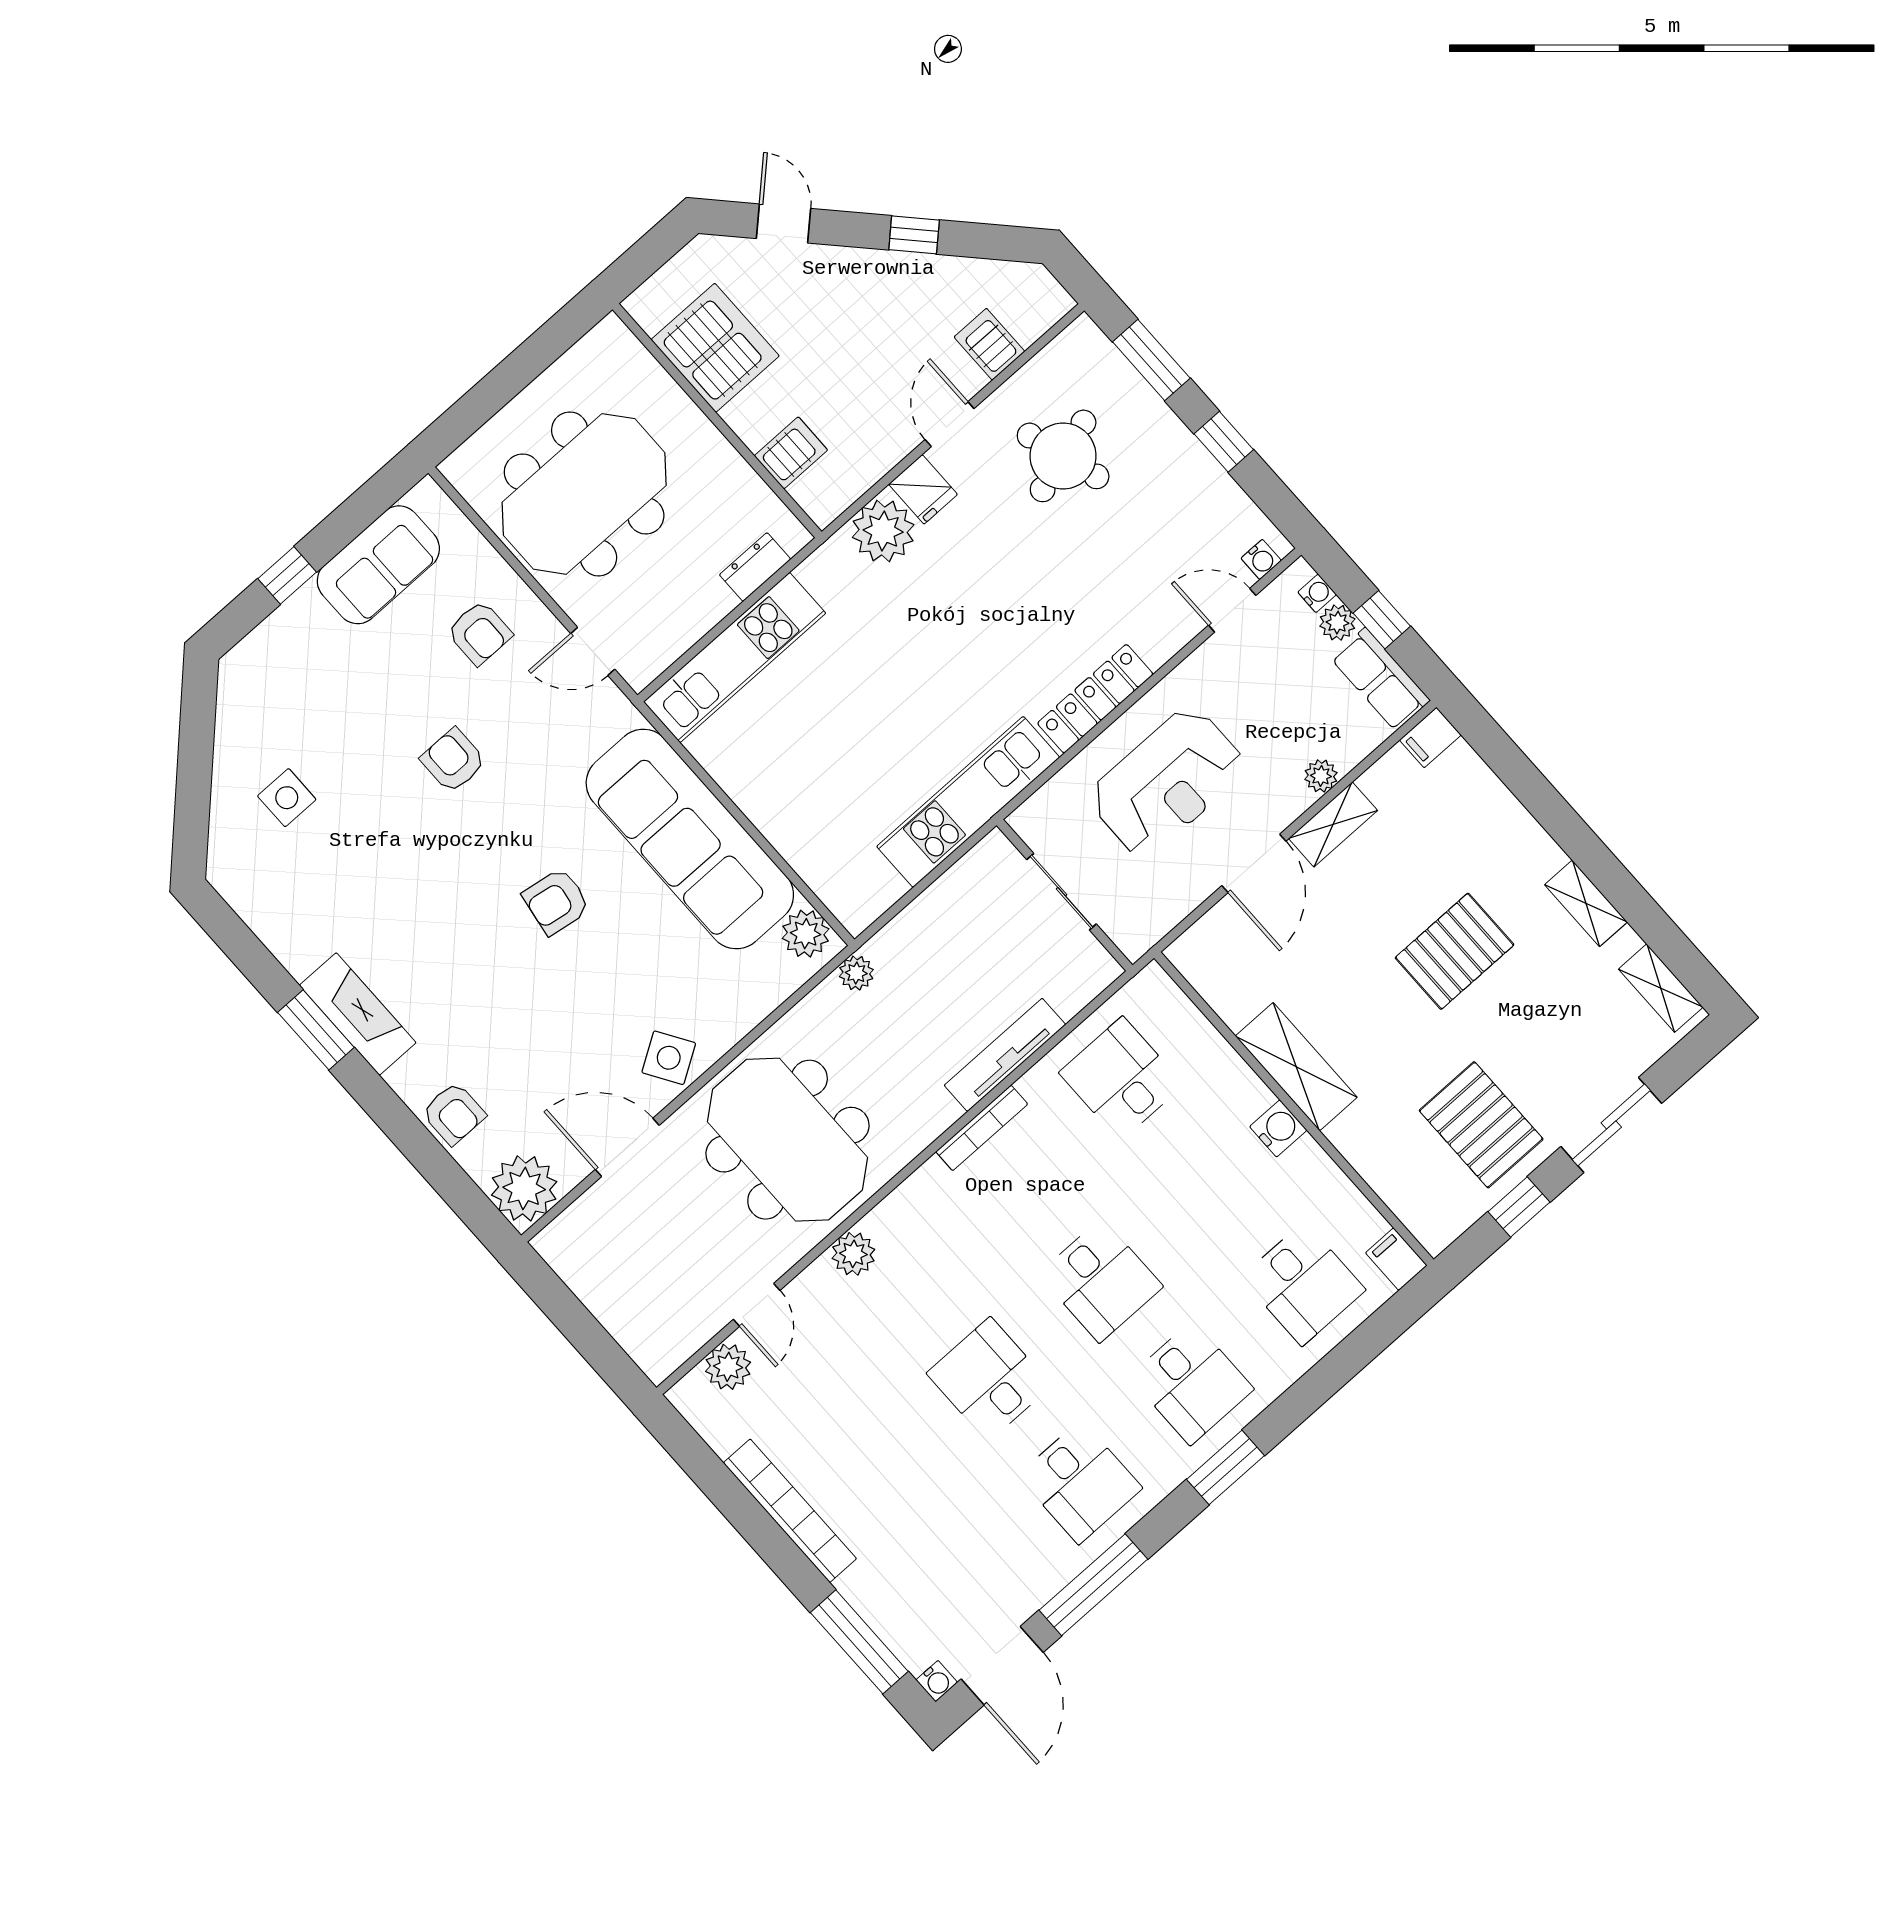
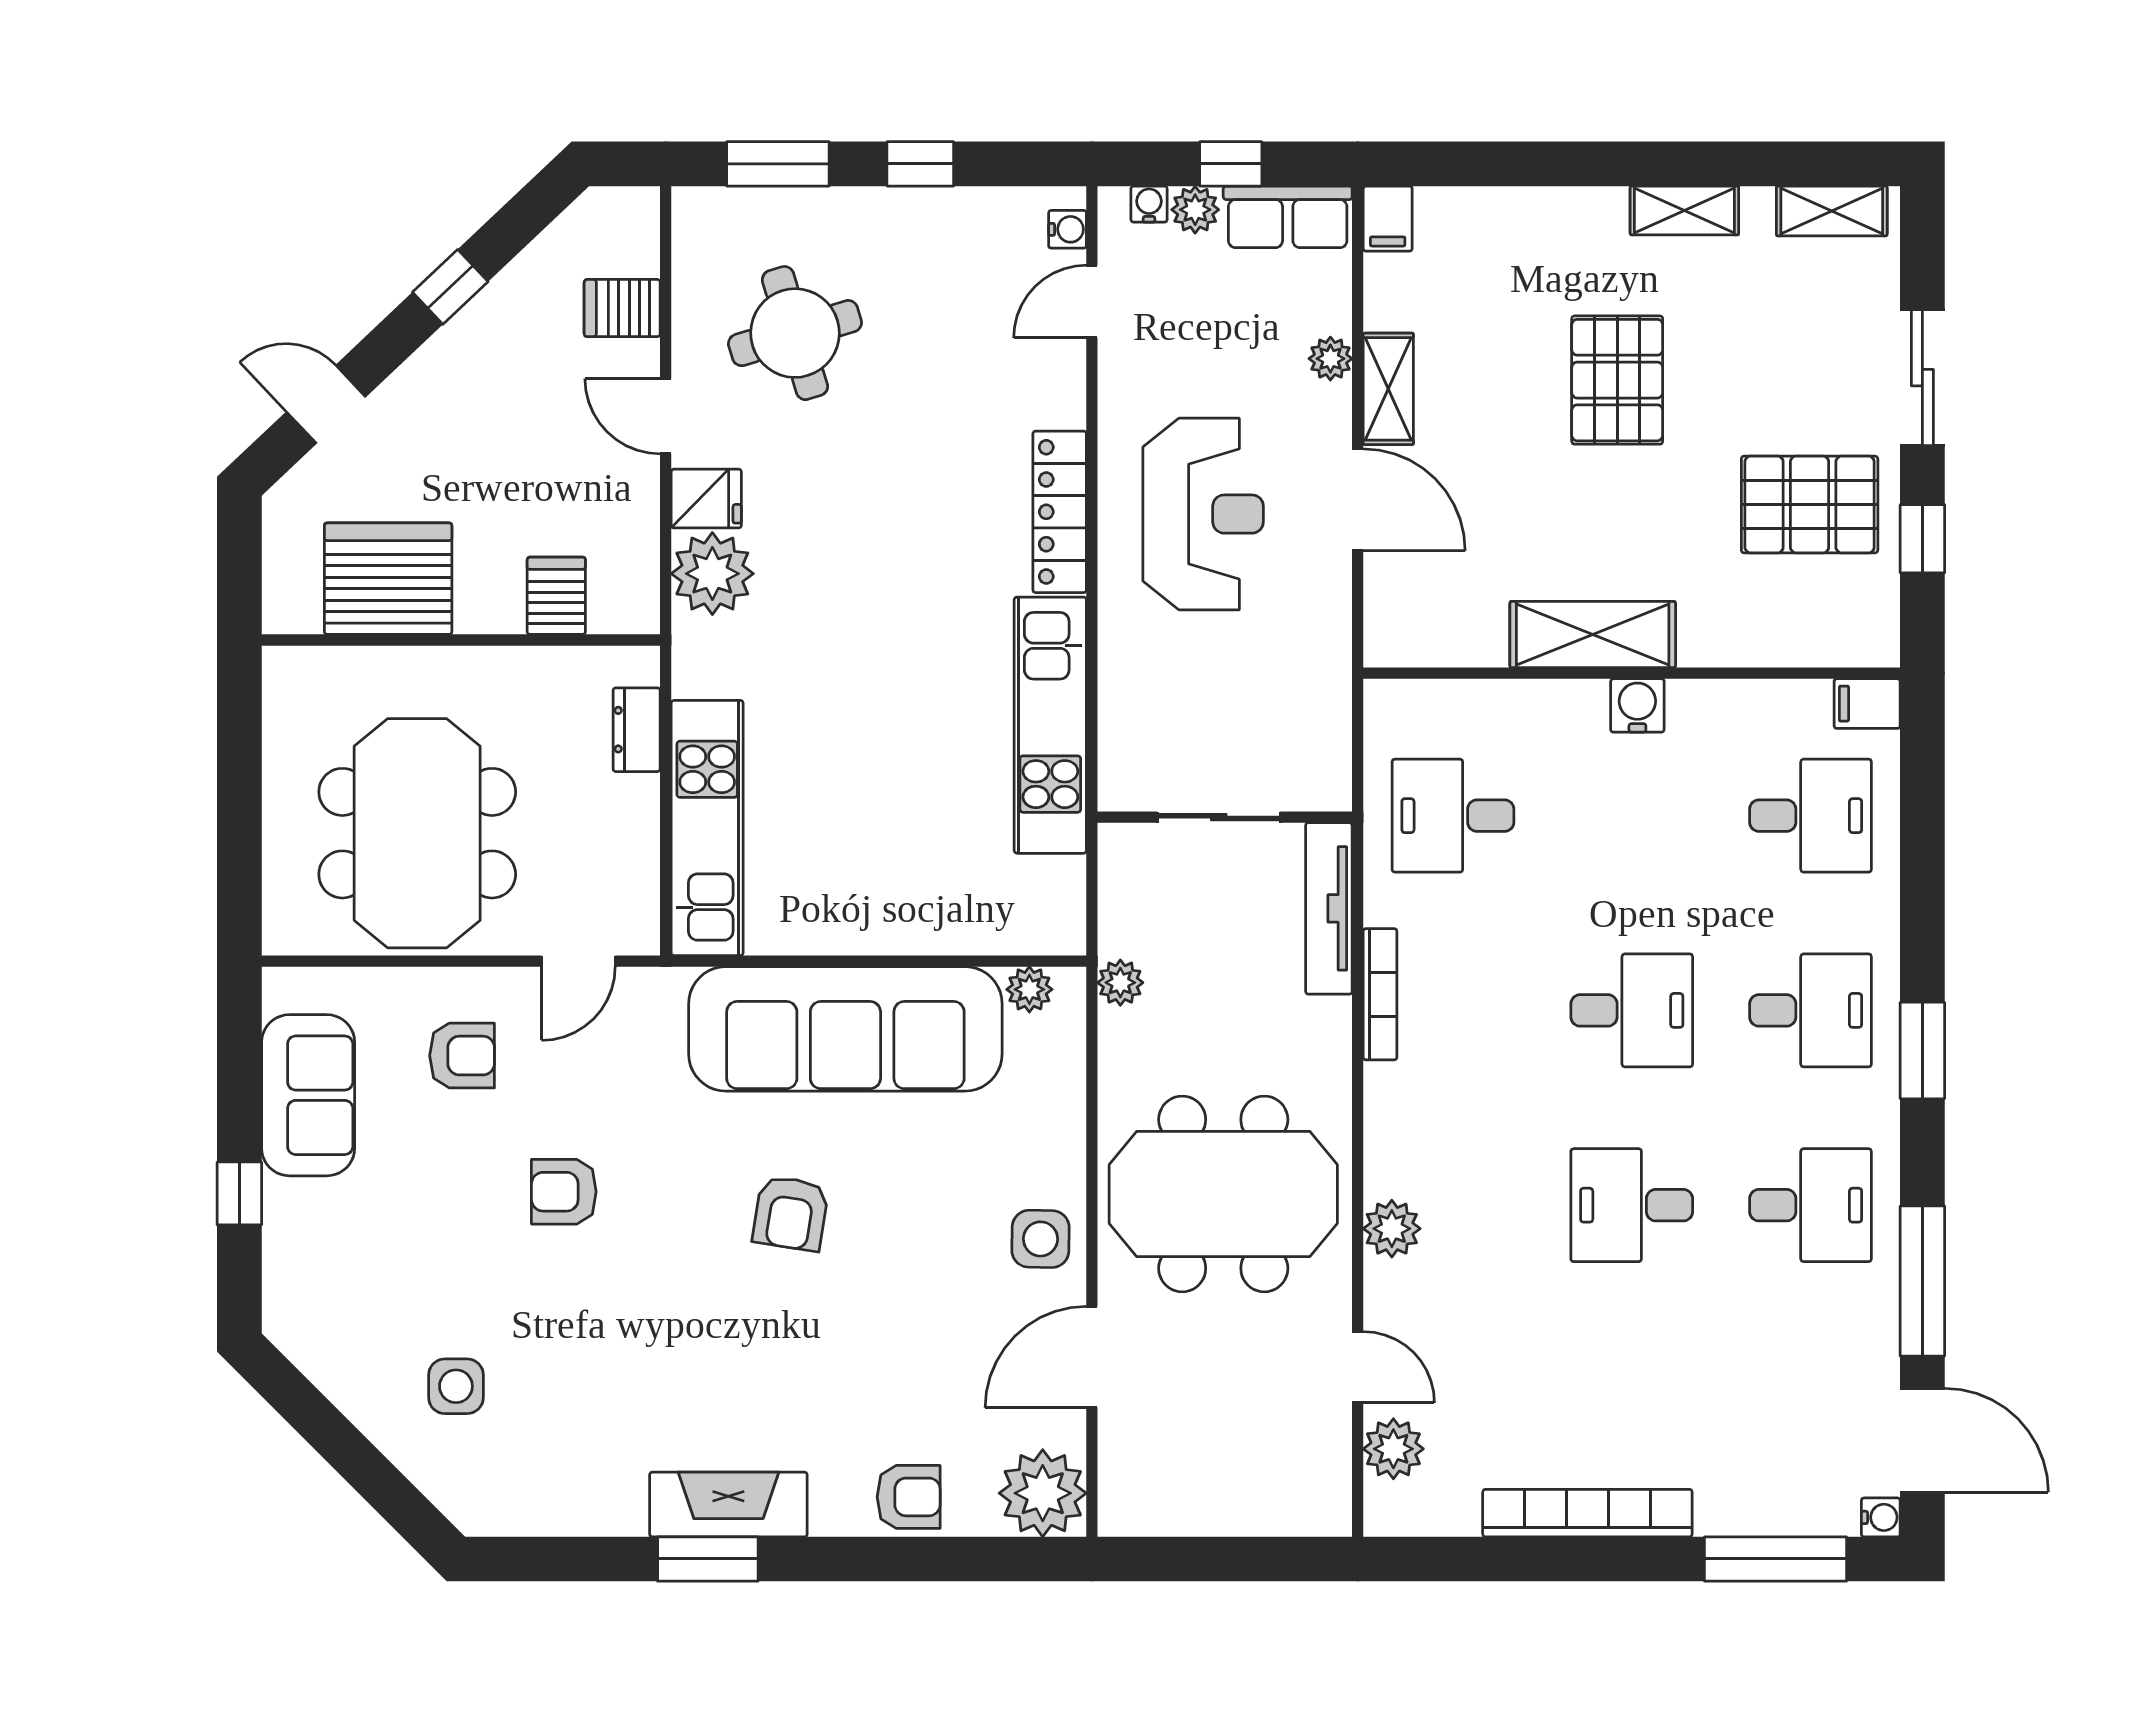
sliding door: (1062, 892) -> (1219, 817), moved
wall: (1065, 895) -> (1225, 817), moved
plant: (806, 934) -> (1029, 989), width x0.73, depth x0.73
side table: (669, 1058) -> (1040, 1239), turned 33

